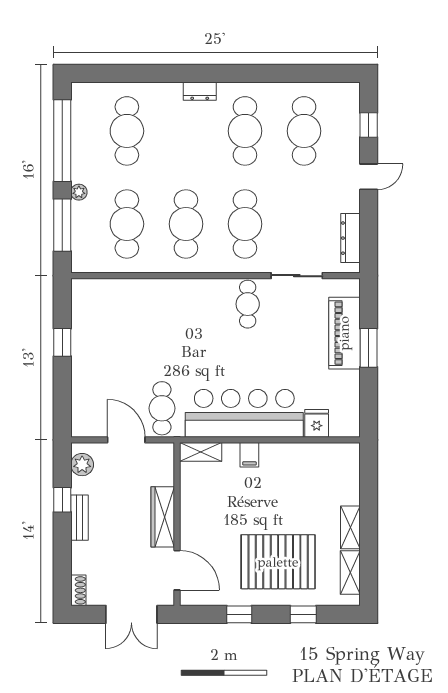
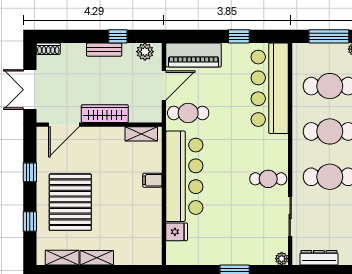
plant: (352, 287) -> (282, 259), added
bar counter: (130, 302) -> (270, 88), added
piano: (344, 333) -> (194, 55), moved, turned 180
shelving: (201, 452) -> (141, 134), moved, turned 90

